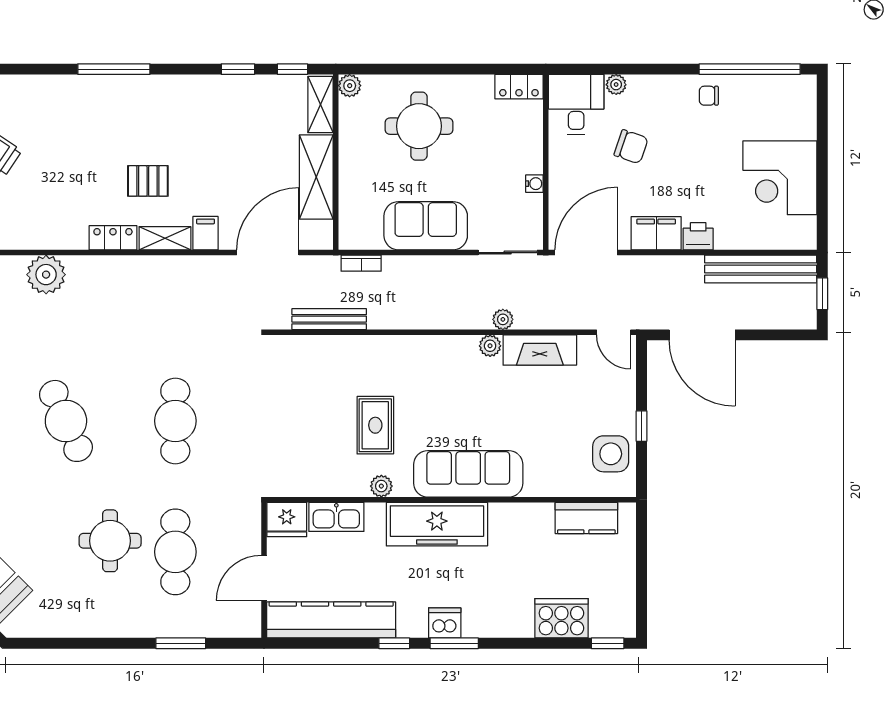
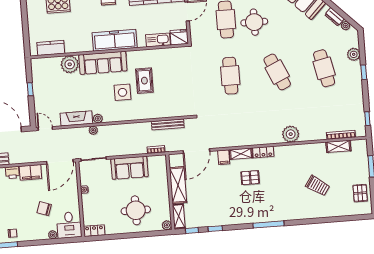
side table: (611, 454) -> (123, 92), moved
plant: (381, 486) -> (70, 64), moved, width x1.87, depth x1.87

